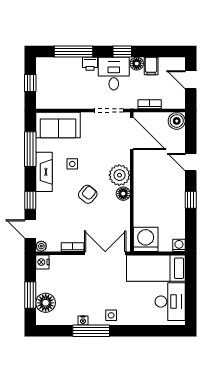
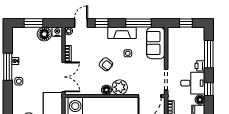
floor lamp: (46, 303) -> (44, 34), moved

